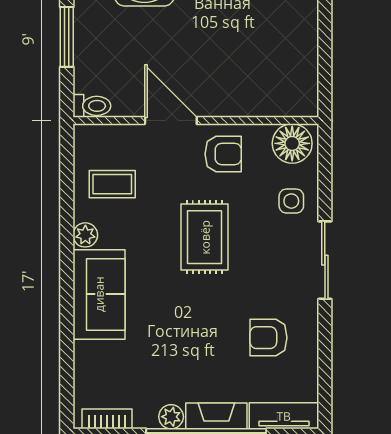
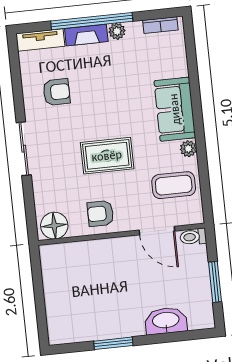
door: (171, 121) -> (157, 231), moved
coffee table: (112, 184) -> (174, 185), width x1.36, depth x1.30
side table: (291, 201) -> (51, 186), removed
rug: (205, 237) -> (107, 156), turned 90

